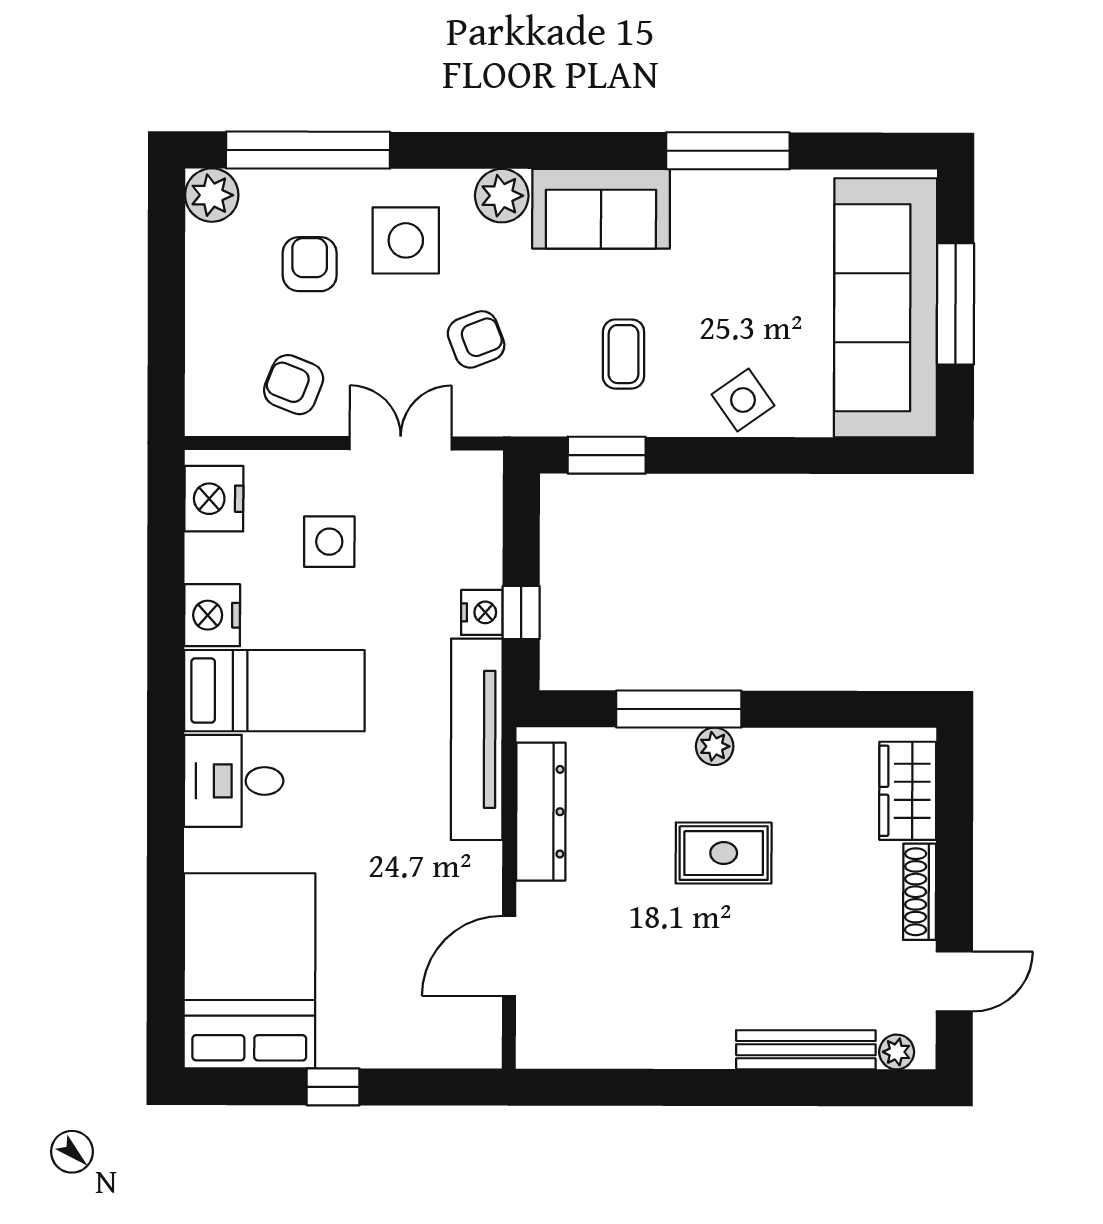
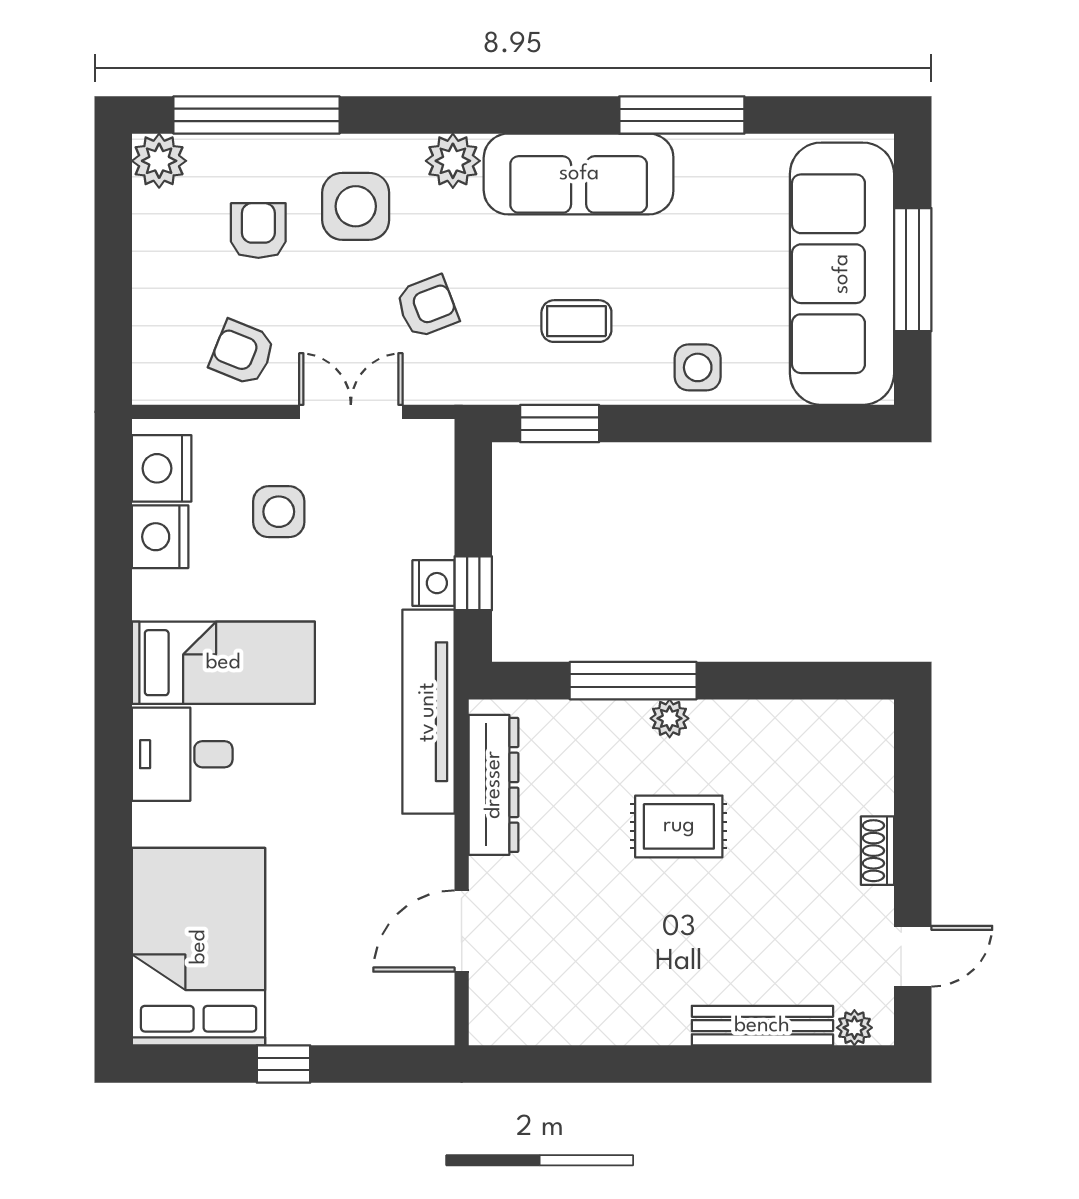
sofa: (601, 209) -> (579, 174), width x1.36
coffee table: (623, 354) -> (576, 321), turned 90
side table: (743, 400) -> (698, 367), turned 35
nightstand: (212, 615) -> (160, 537), moved
wardrobe: (908, 791) -> (865, 763), removed
shoe rack: (920, 892) -> (877, 851), width x0.70

